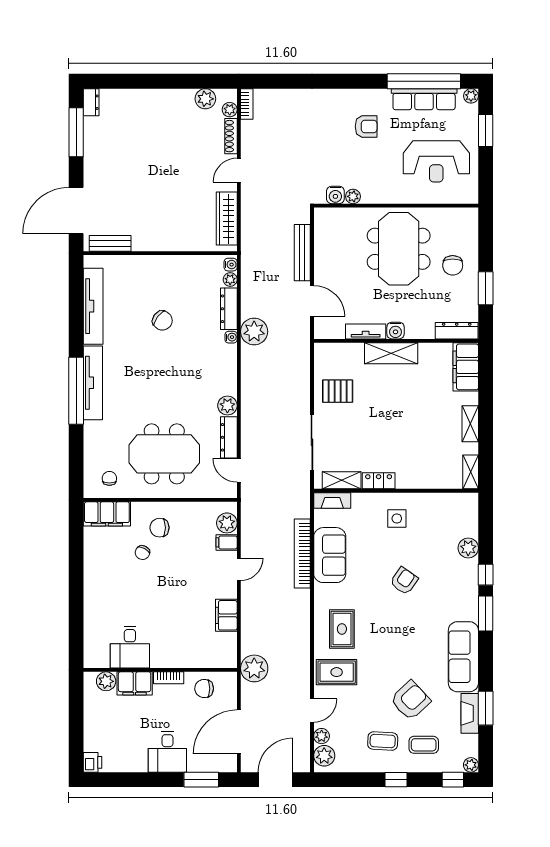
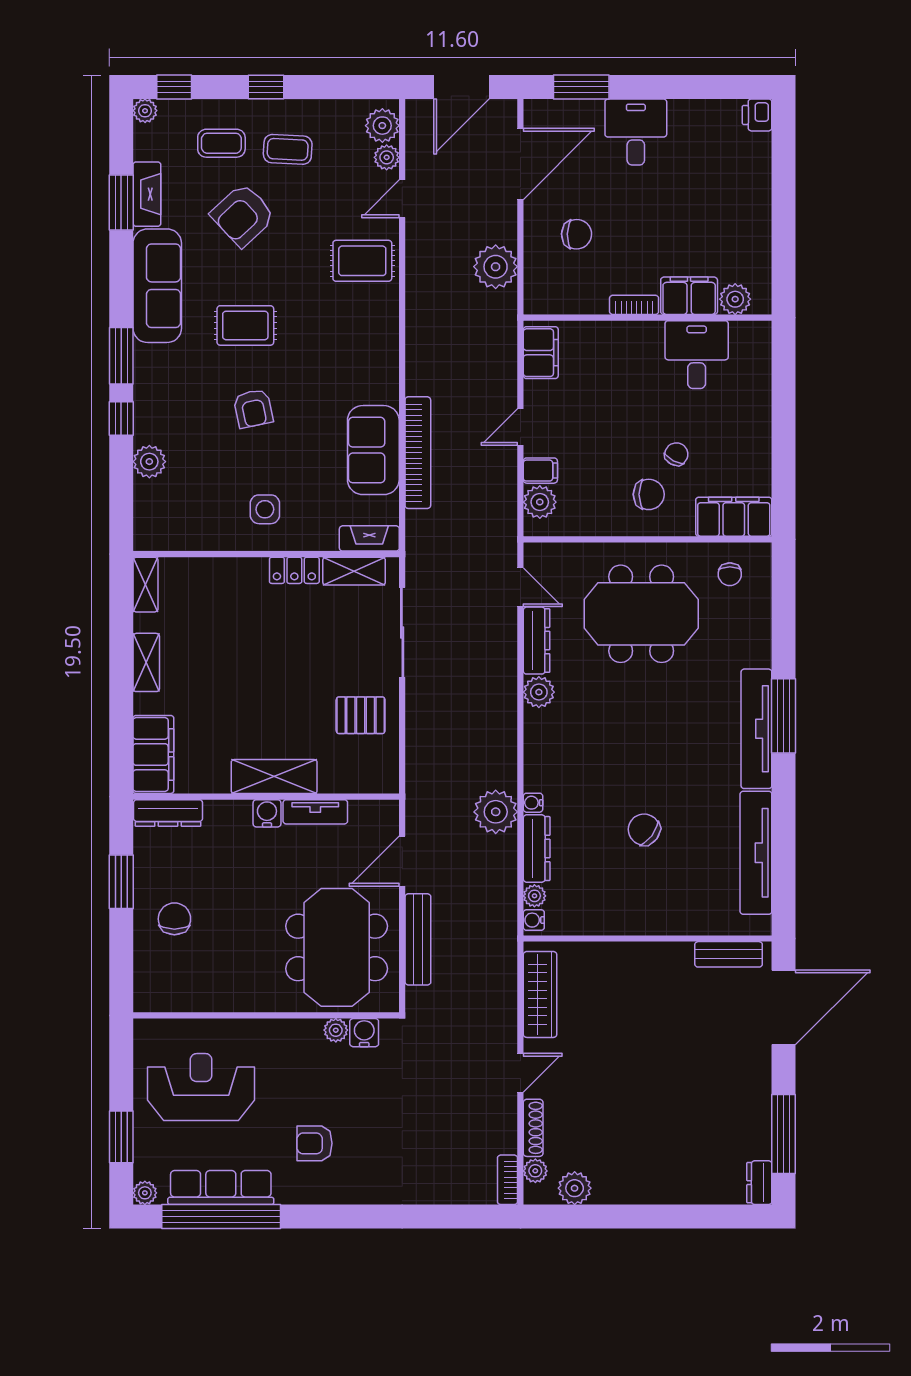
meeting table: (399, 249) -> (337, 947), moved
door: (312, 301) -> (402, 861), hinge flipped
window: (76, 391) -> (784, 716), width x0.68
armchair: (404, 581) -> (253, 408), turned -47
rug: (342, 629) -> (245, 325), moved, turned 90
desk: (130, 647) -> (697, 355), moved
wall: (160, 670) -> (648, 318), moved
bookcase: (169, 678) -> (634, 305), moved
plant: (106, 681) -> (735, 299), moved
filing cabinet: (135, 683) -> (689, 296), moved

